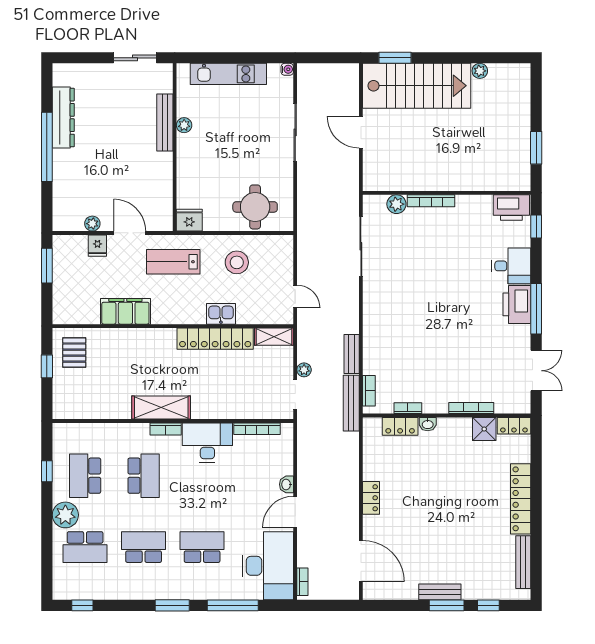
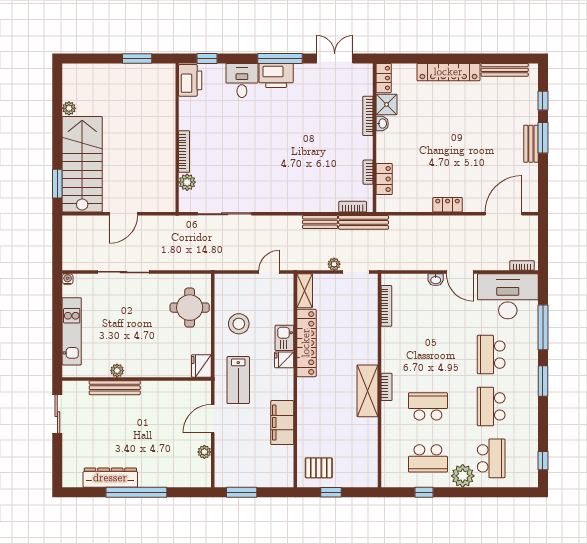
fridge: (97, 246) -> (284, 360), moved, turned 180
washbasin: (428, 424) -> (382, 124), moved
desk: (207, 442) -> (398, 350), removed

